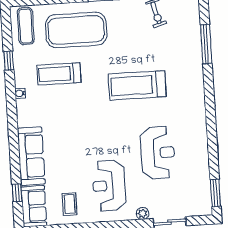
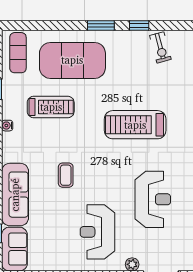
treadmill: (59, 74) -> (51, 107), turned 180
coffee table: (69, 204) -> (66, 175), moved

